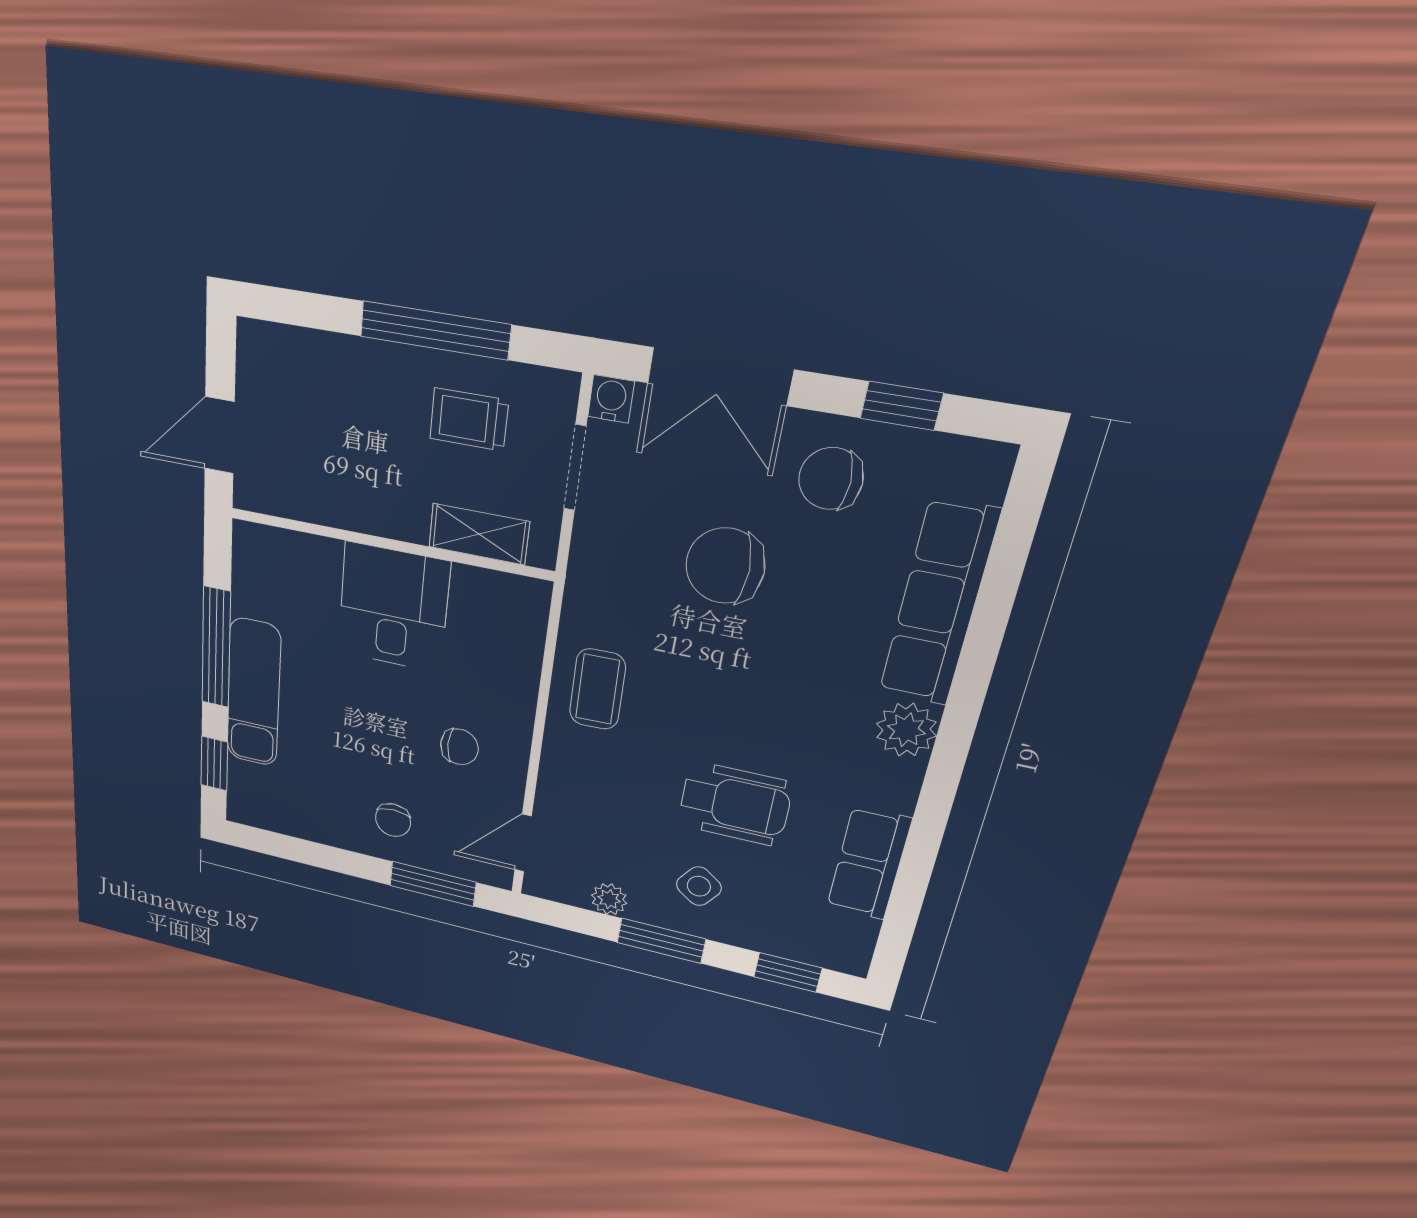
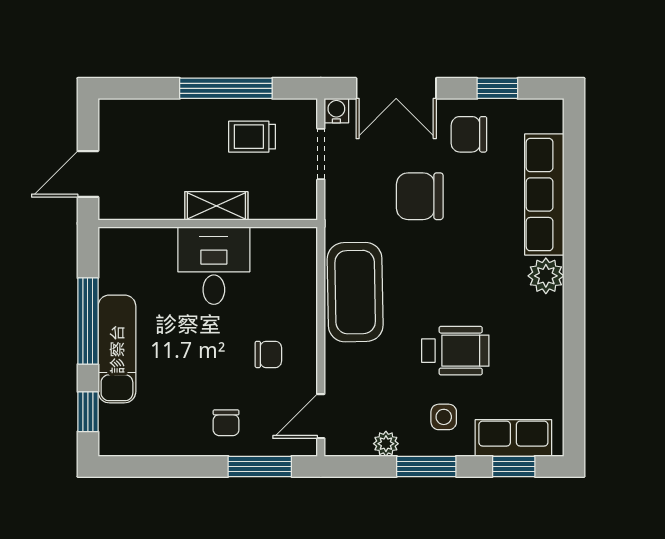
shelving: (479, 534) -> (216, 206), moved
coffee table: (597, 689) -> (355, 292), width x1.86, depth x1.72
row of seats: (869, 863) -> (513, 438), moved, turned 90
side table: (699, 886) -> (444, 417), turned -36

